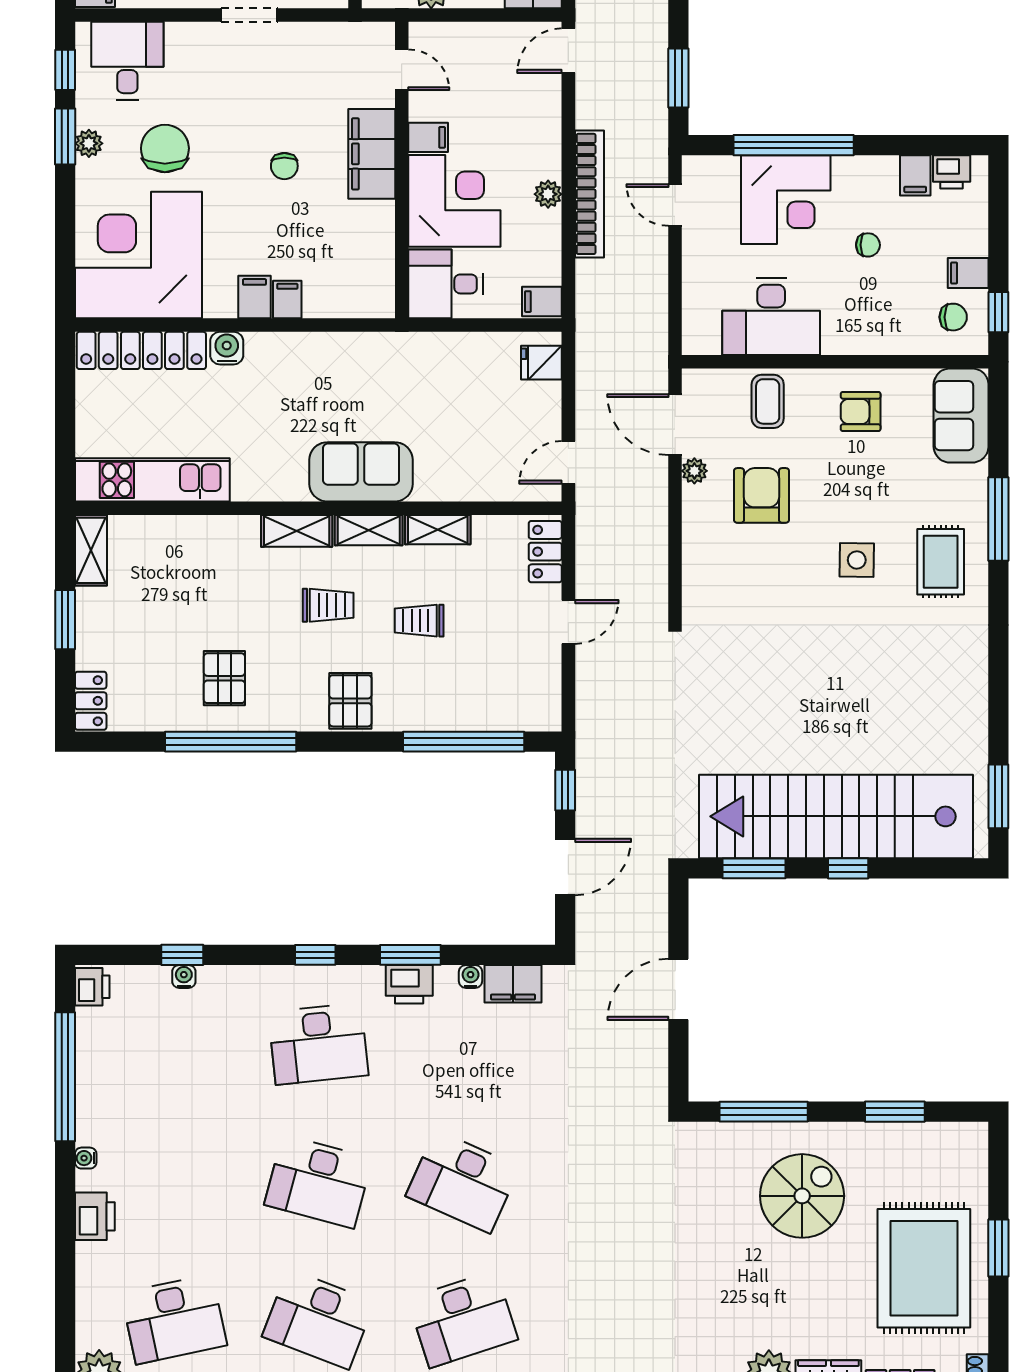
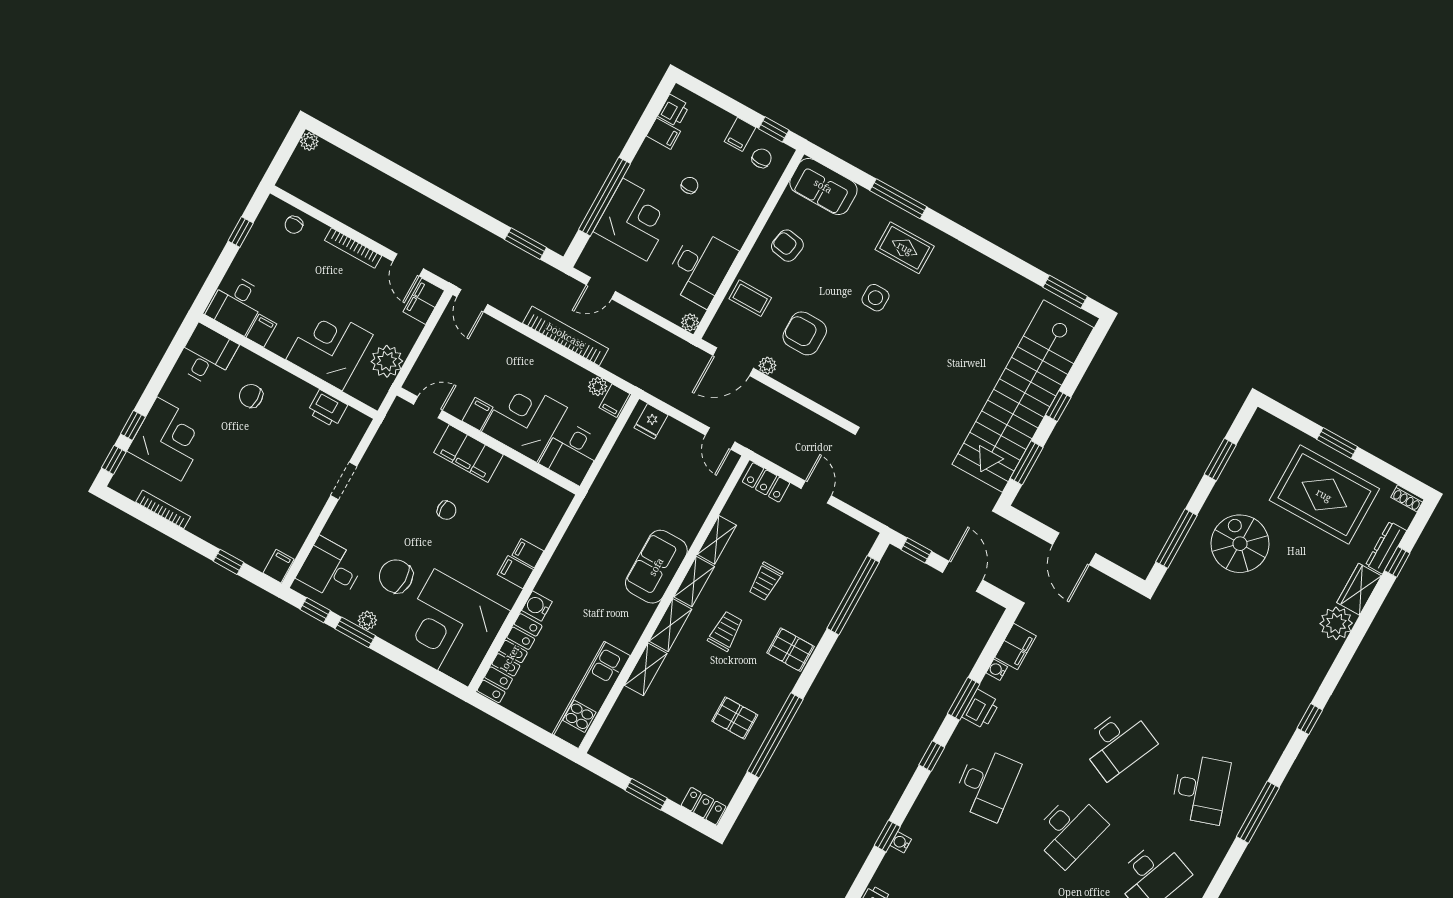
plant: (548, 194) -> (598, 386), moved
plant: (694, 342) -> (690, 322), added
armchair: (861, 411) -> (787, 246), turned 100
shelving: (91, 550) -> (646, 669), moved, turned 90

